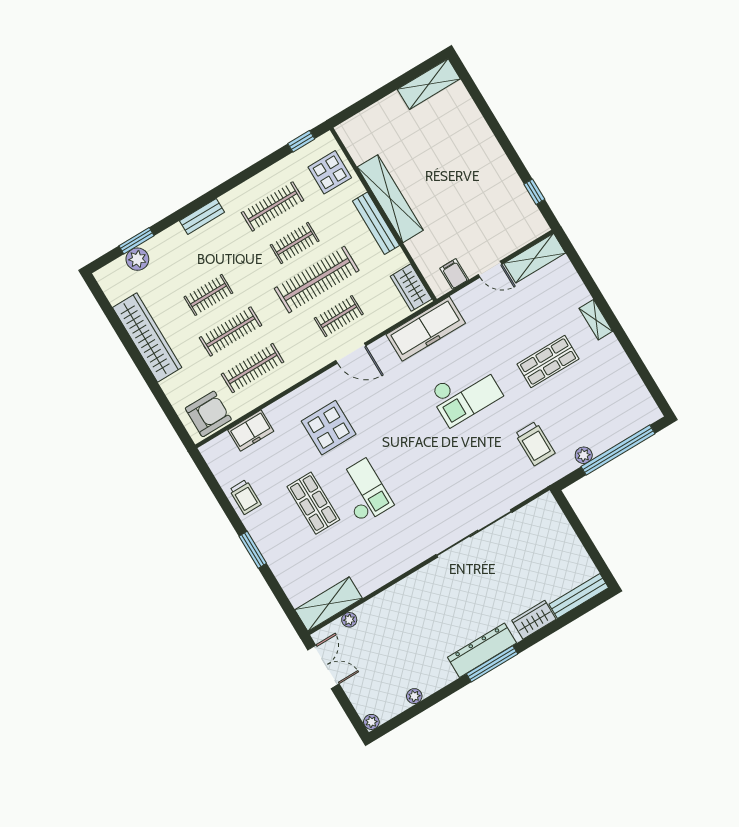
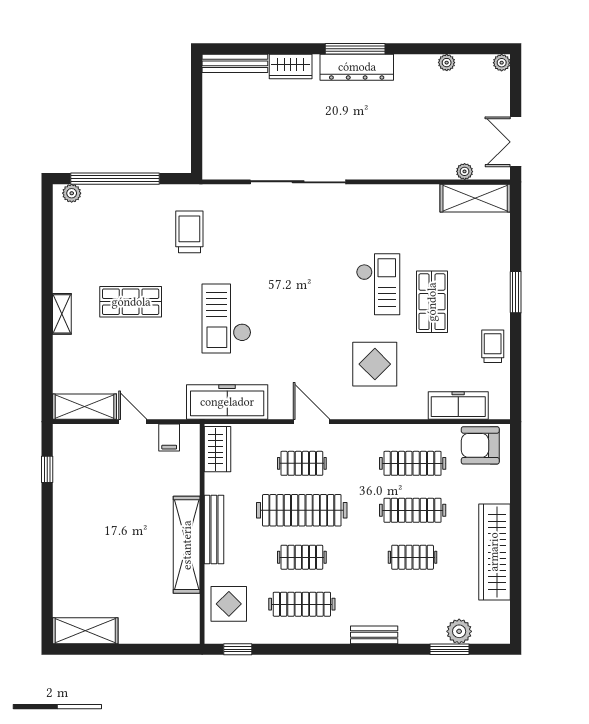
checkout: (465, 393) -> (227, 318), turned -90
freezer: (251, 431) -> (458, 406), width x1.40
plant: (584, 455) -> (72, 193), moved
checkout: (363, 491) -> (378, 284), turned 180

